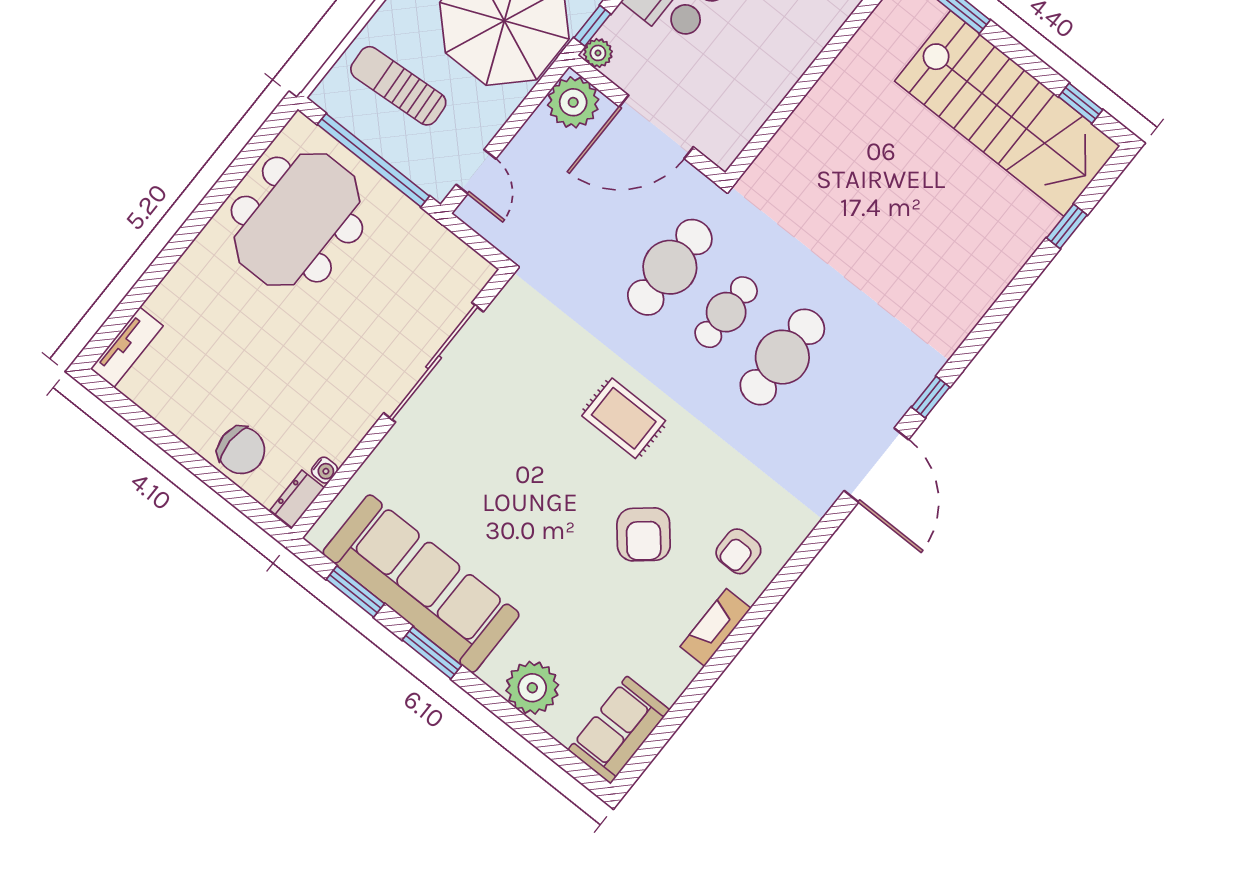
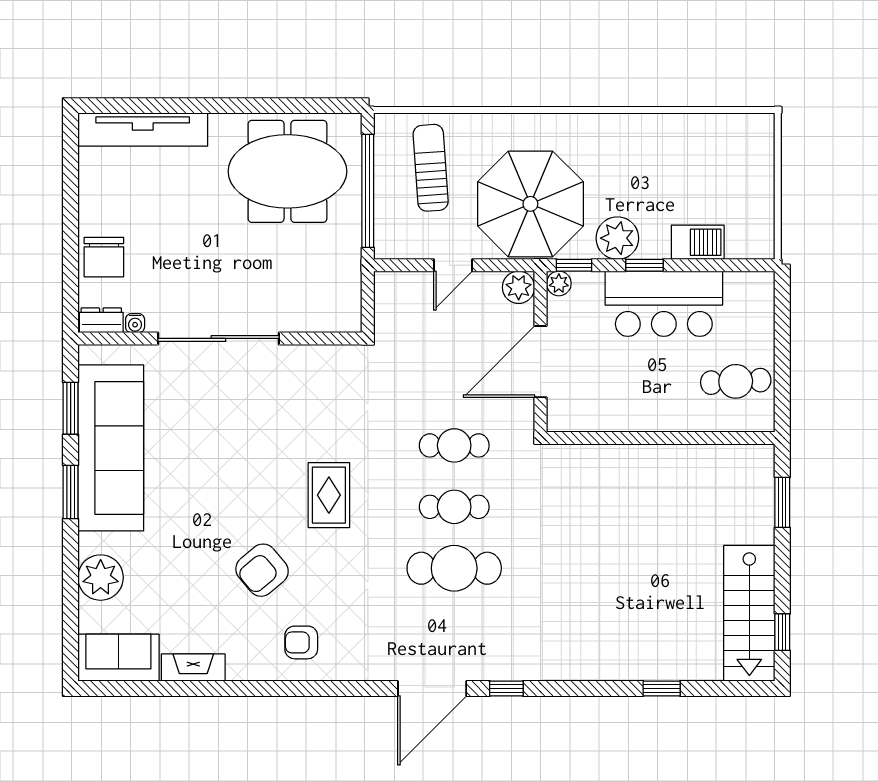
plant: (573, 102) -> (519, 287), width x0.73, depth x0.73
stairs: (1007, 113) -> (749, 613), width x0.73, depth x0.66
door: (656, 127) -> (541, 362), hinge flipped
door: (476, 172) -> (453, 265), moved
window: (1067, 226) -> (662, 688), moved
cafe table: (670, 267) -> (454, 445), width x0.73, depth x0.74
tv unit: (127, 347) -> (143, 130), width x1.92, depth x1.29
sliding door: (434, 362) -> (218, 338), moved
fireplace: (716, 627) -> (193, 668), moved

